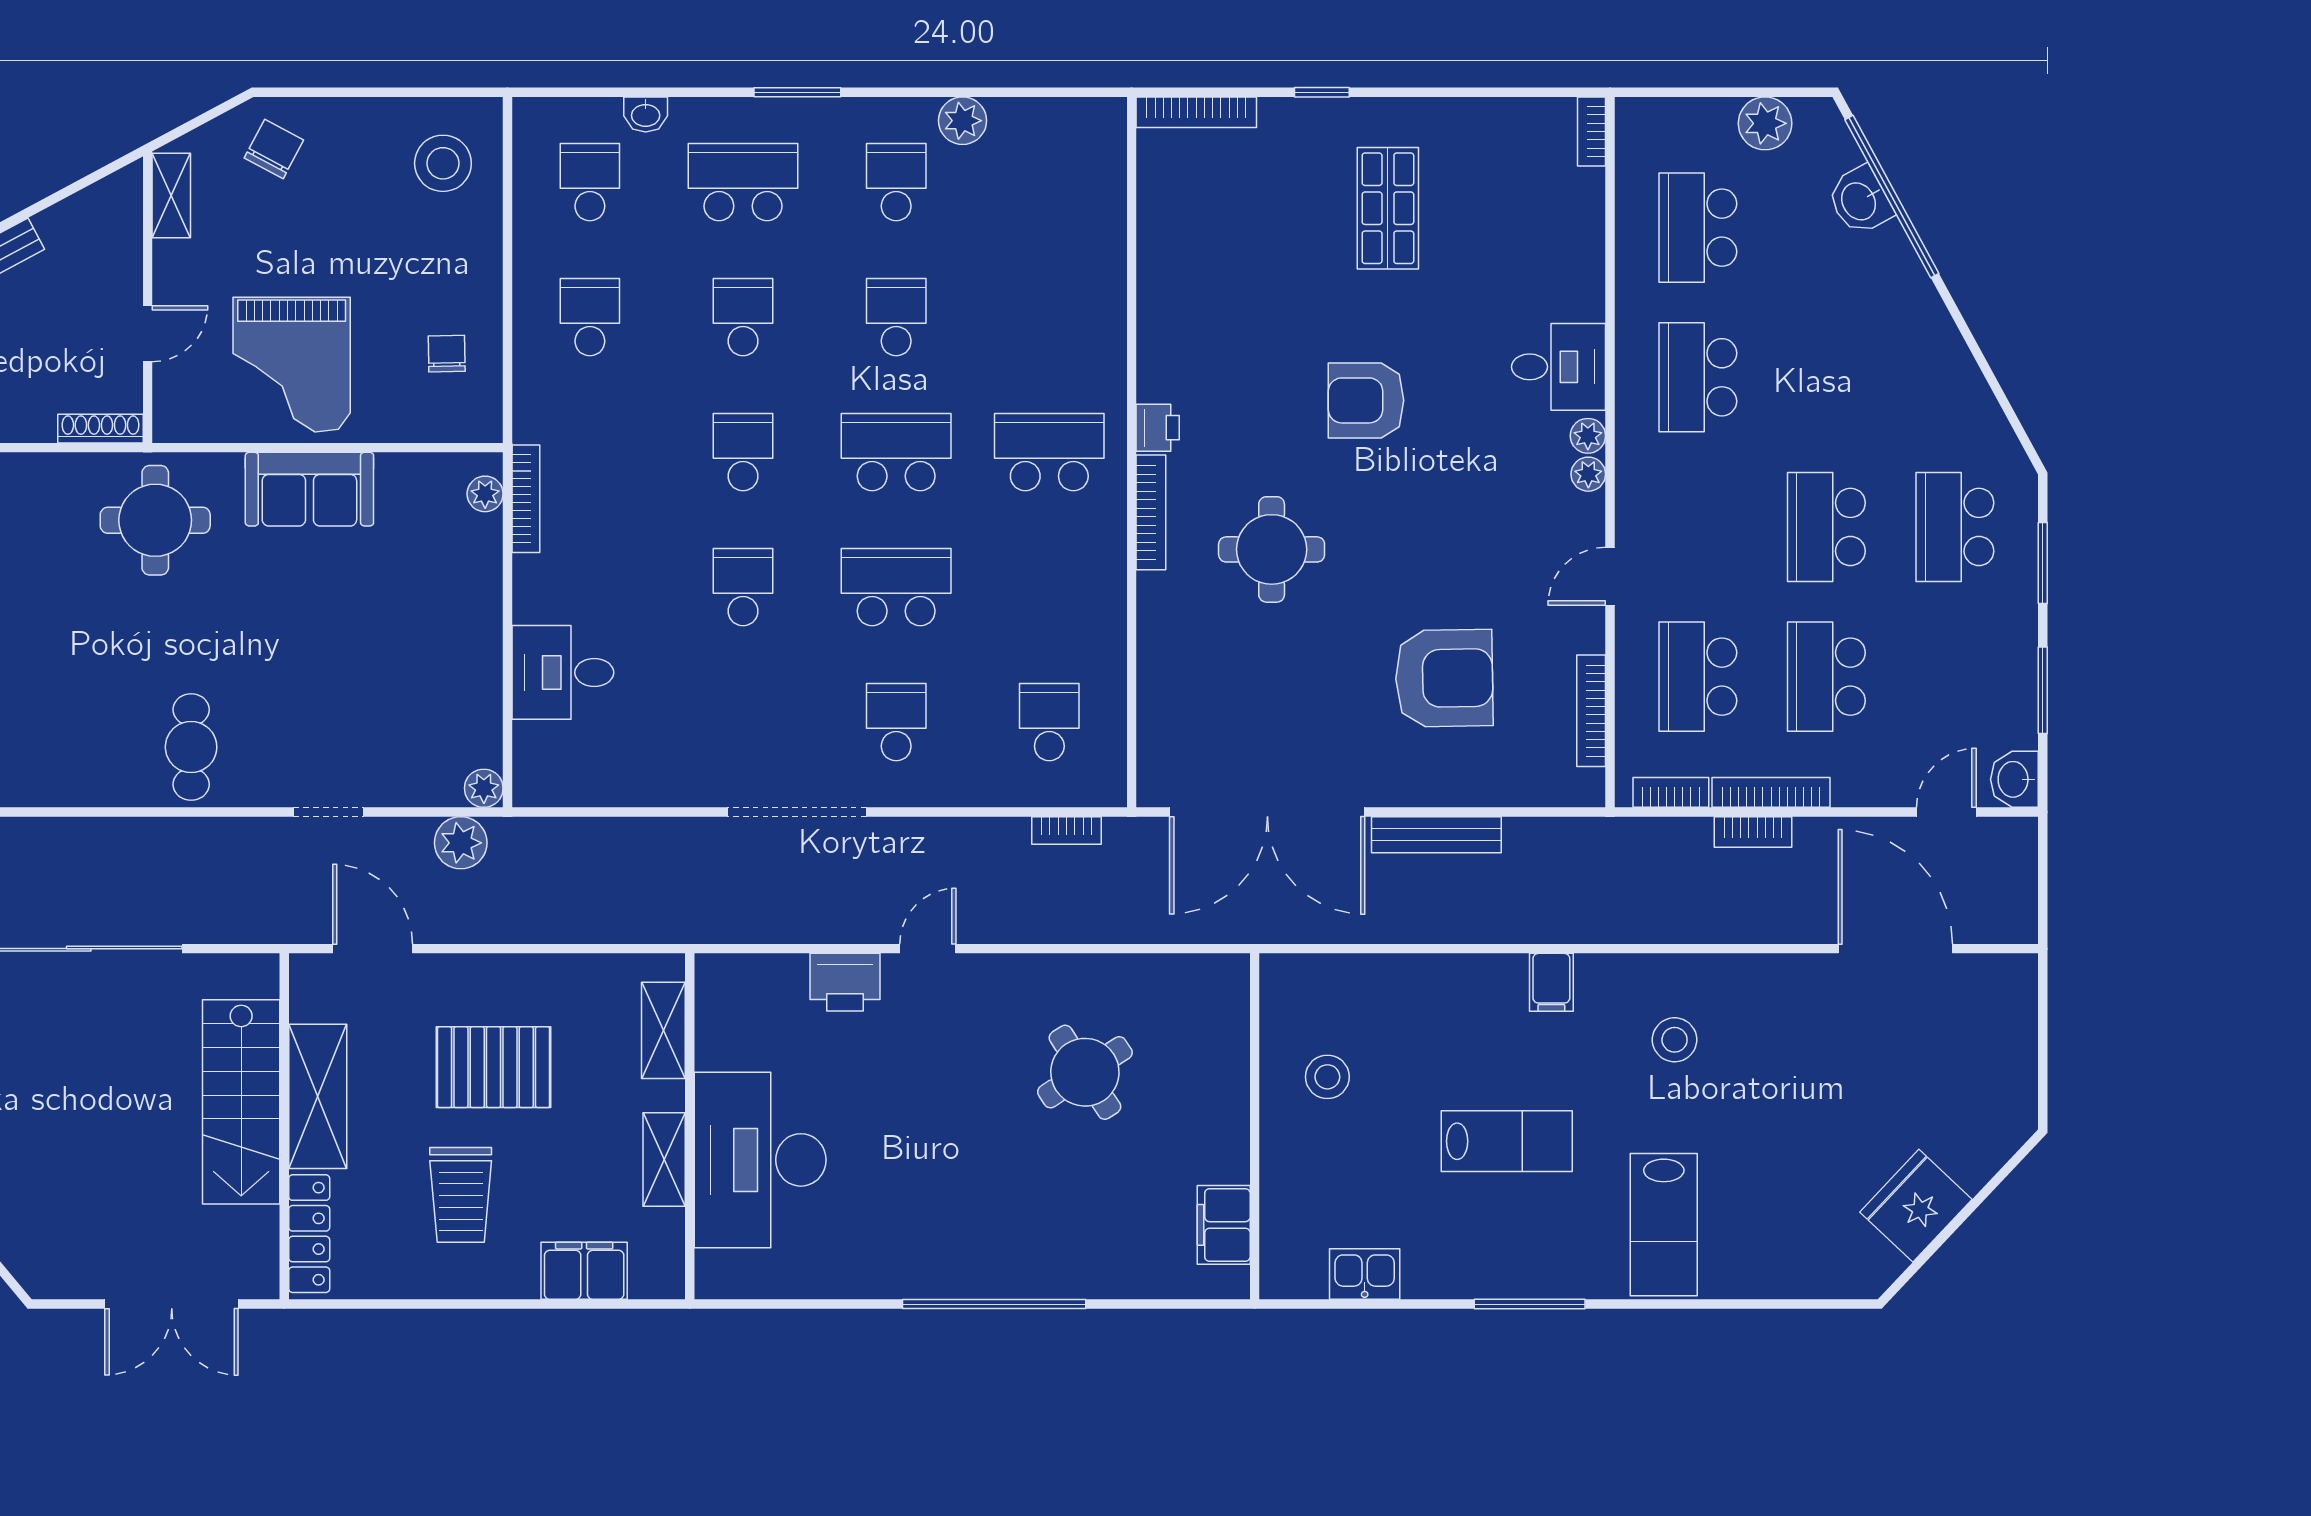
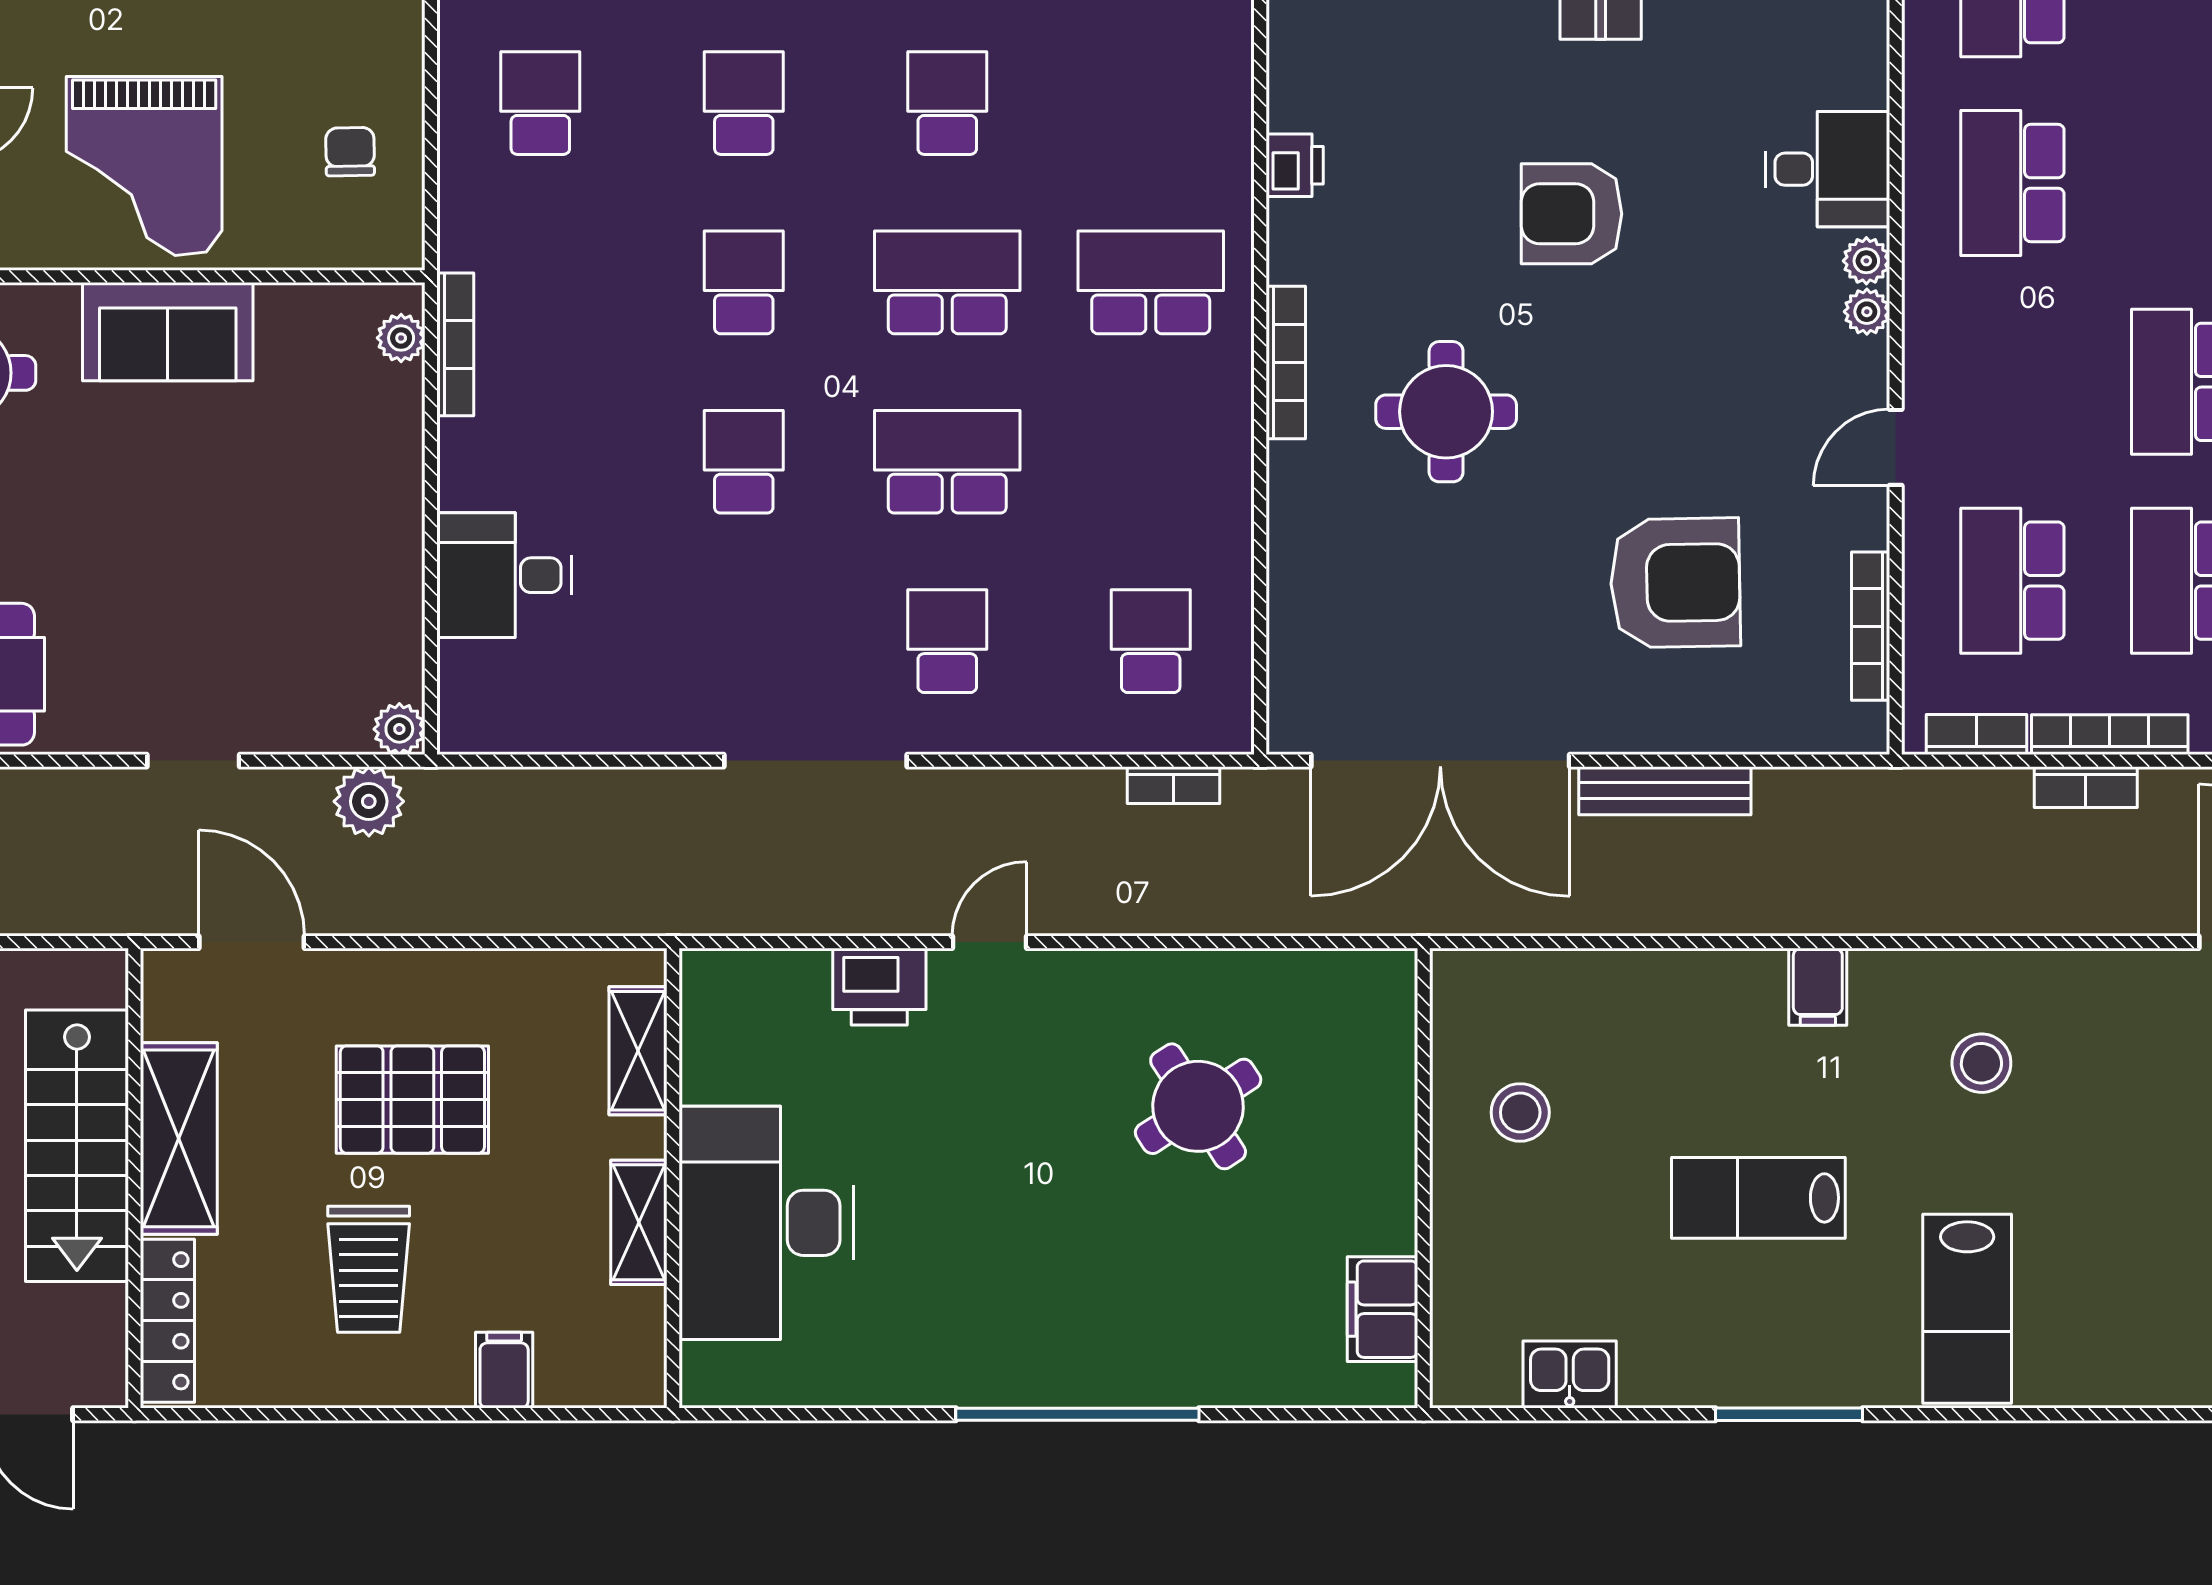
printer: (1158, 428) -> (1295, 165), moved
lab bench: (1507, 1141) -> (1758, 1198), turned 180
filing cabinet: (584, 1271) -> (504, 1370), width x0.50

